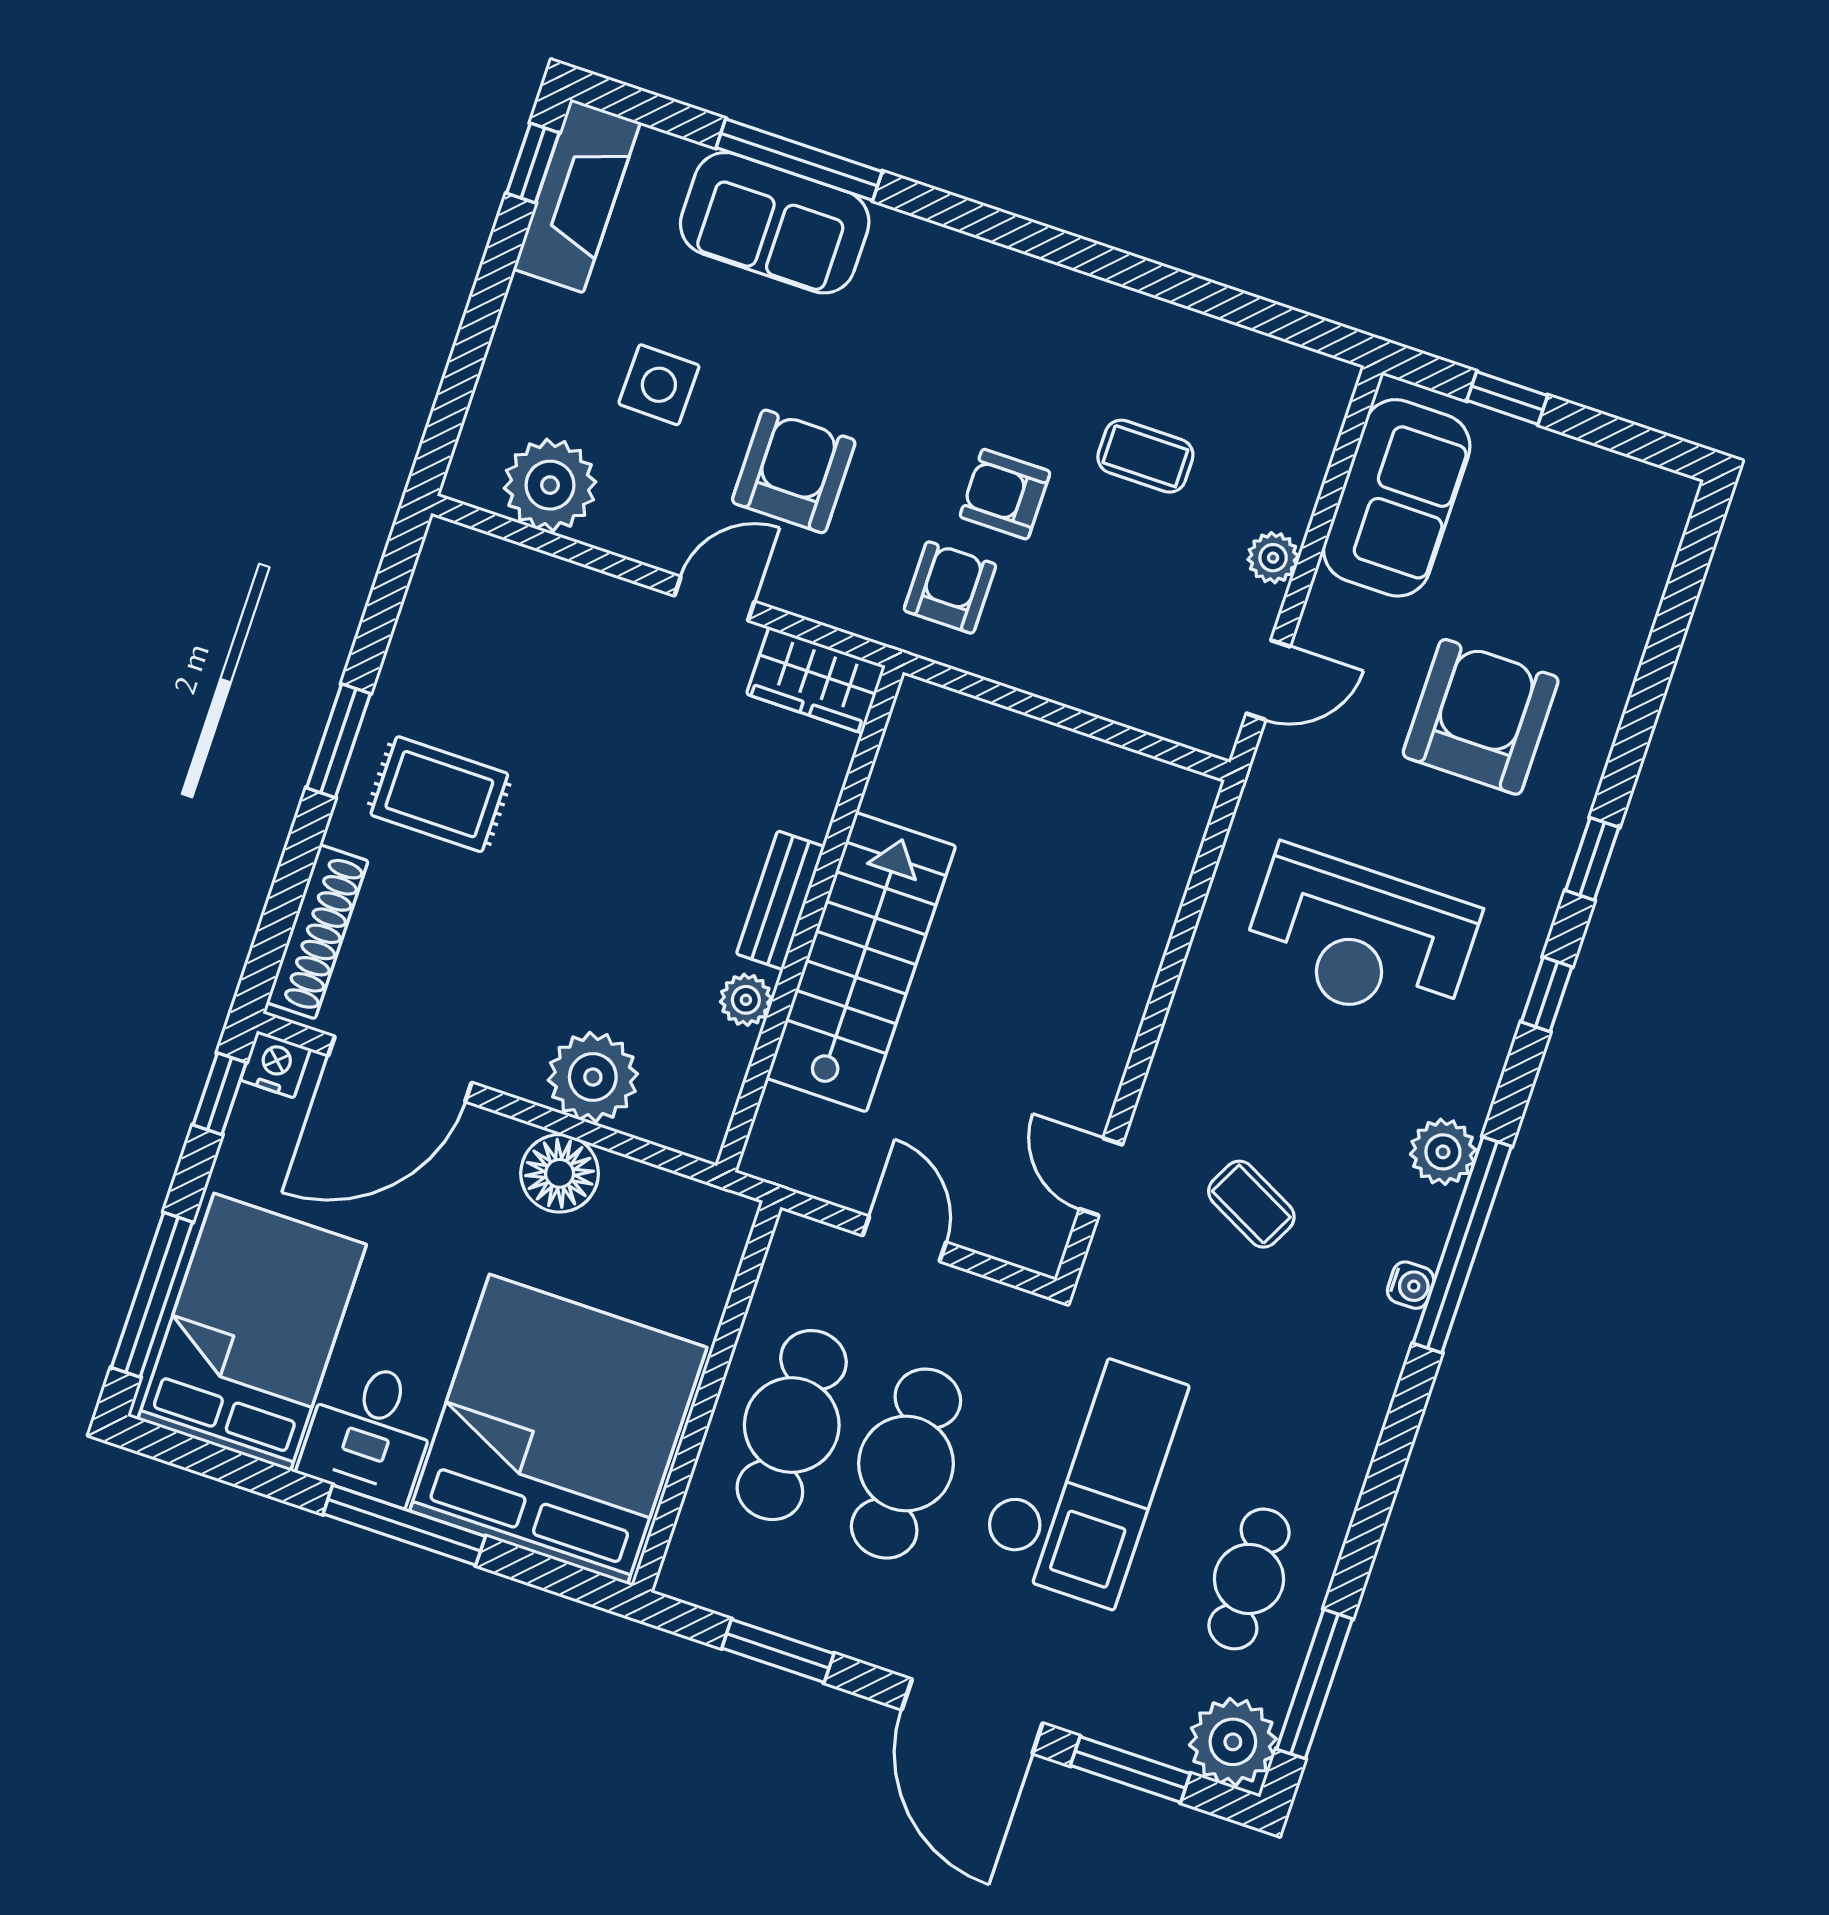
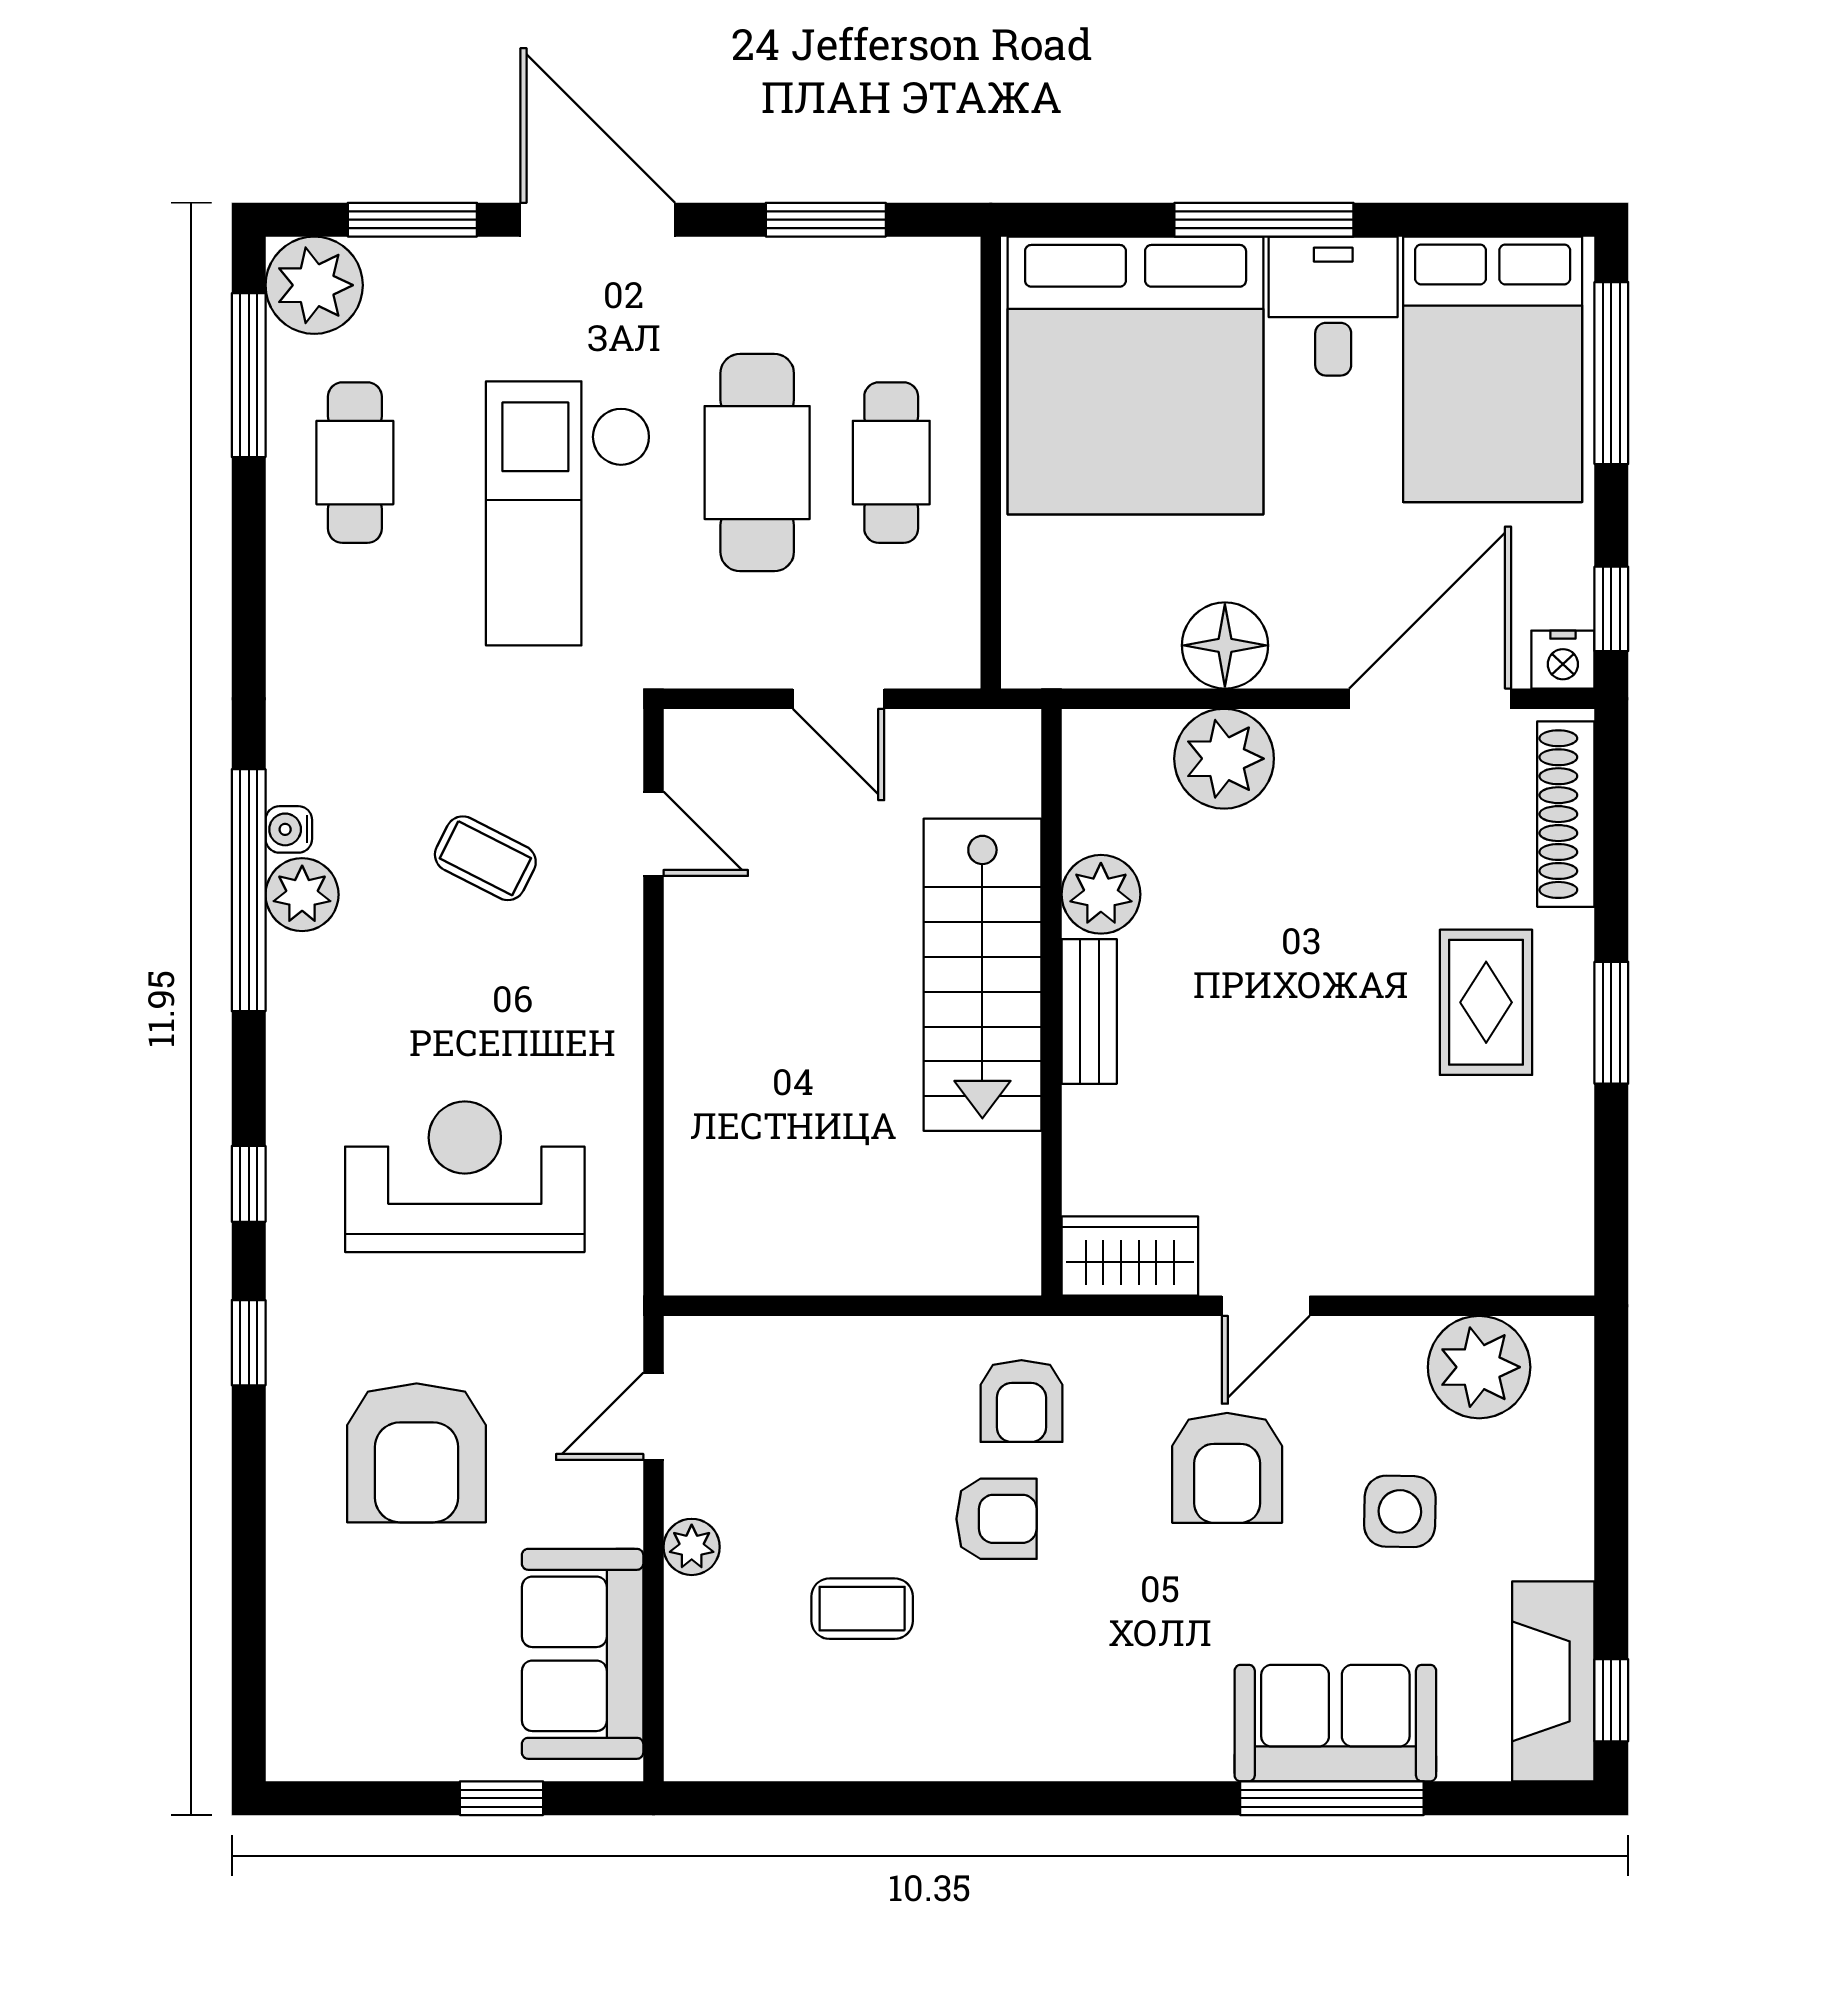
rug: (439, 794) -> (1486, 1002), turned 90
plant: (746, 1000) -> (1101, 894), width x1.38, depth x1.38
plant: (1443, 1152) -> (302, 895), moved
cafe table: (792, 1425) -> (891, 463), width x0.73, depth x0.74

